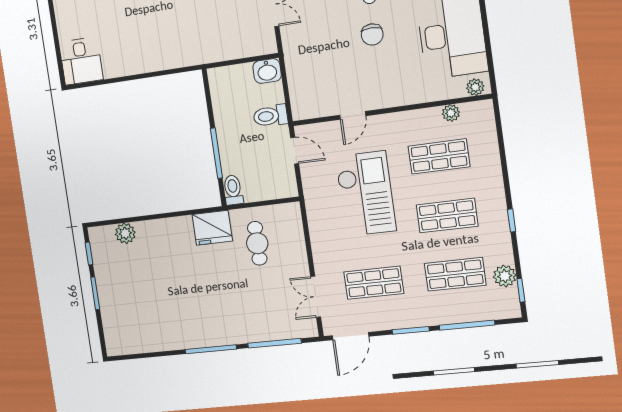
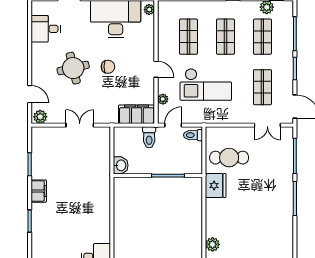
washbasin: (267, 71) -> (121, 165), moved
filing cabinet: (303, 91) -> (137, 114), added
plant: (451, 113) -> (163, 99), moved
door: (353, 115) -> (156, 69), moved
toilet: (233, 190) -> (193, 135), moved
checkout: (366, 194) -> (206, 84), turned 180
cafe table: (257, 243) -> (229, 158), width x1.37, depth x1.35

